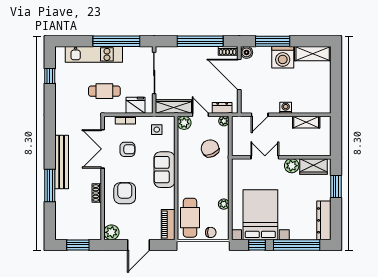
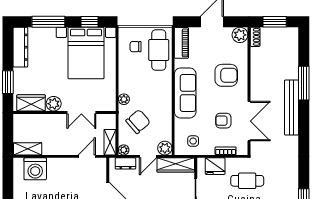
washing machine: (286, 108) -> (35, 169), moved, width x1.89, depth x1.89
door: (200, 115) -> (148, 156), hinge flipped
shelving: (306, 122) -> (28, 149), moved
shelving: (237, 129) -> (110, 142), added
chair: (210, 148) -> (138, 122), turned -107
sofa: (164, 170) -> (185, 93), width x1.36
shoe rack: (97, 193) -> (255, 37), moved
armchair: (125, 193) -> (226, 75), turned -90
plant: (224, 204) -> (124, 99), moved
chair: (211, 232) -> (136, 47), moved
window: (297, 245) -> (48, 22), width x0.68

